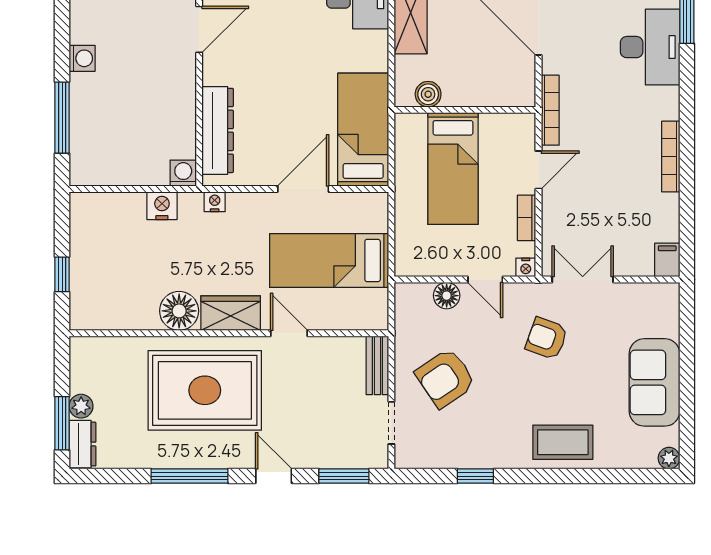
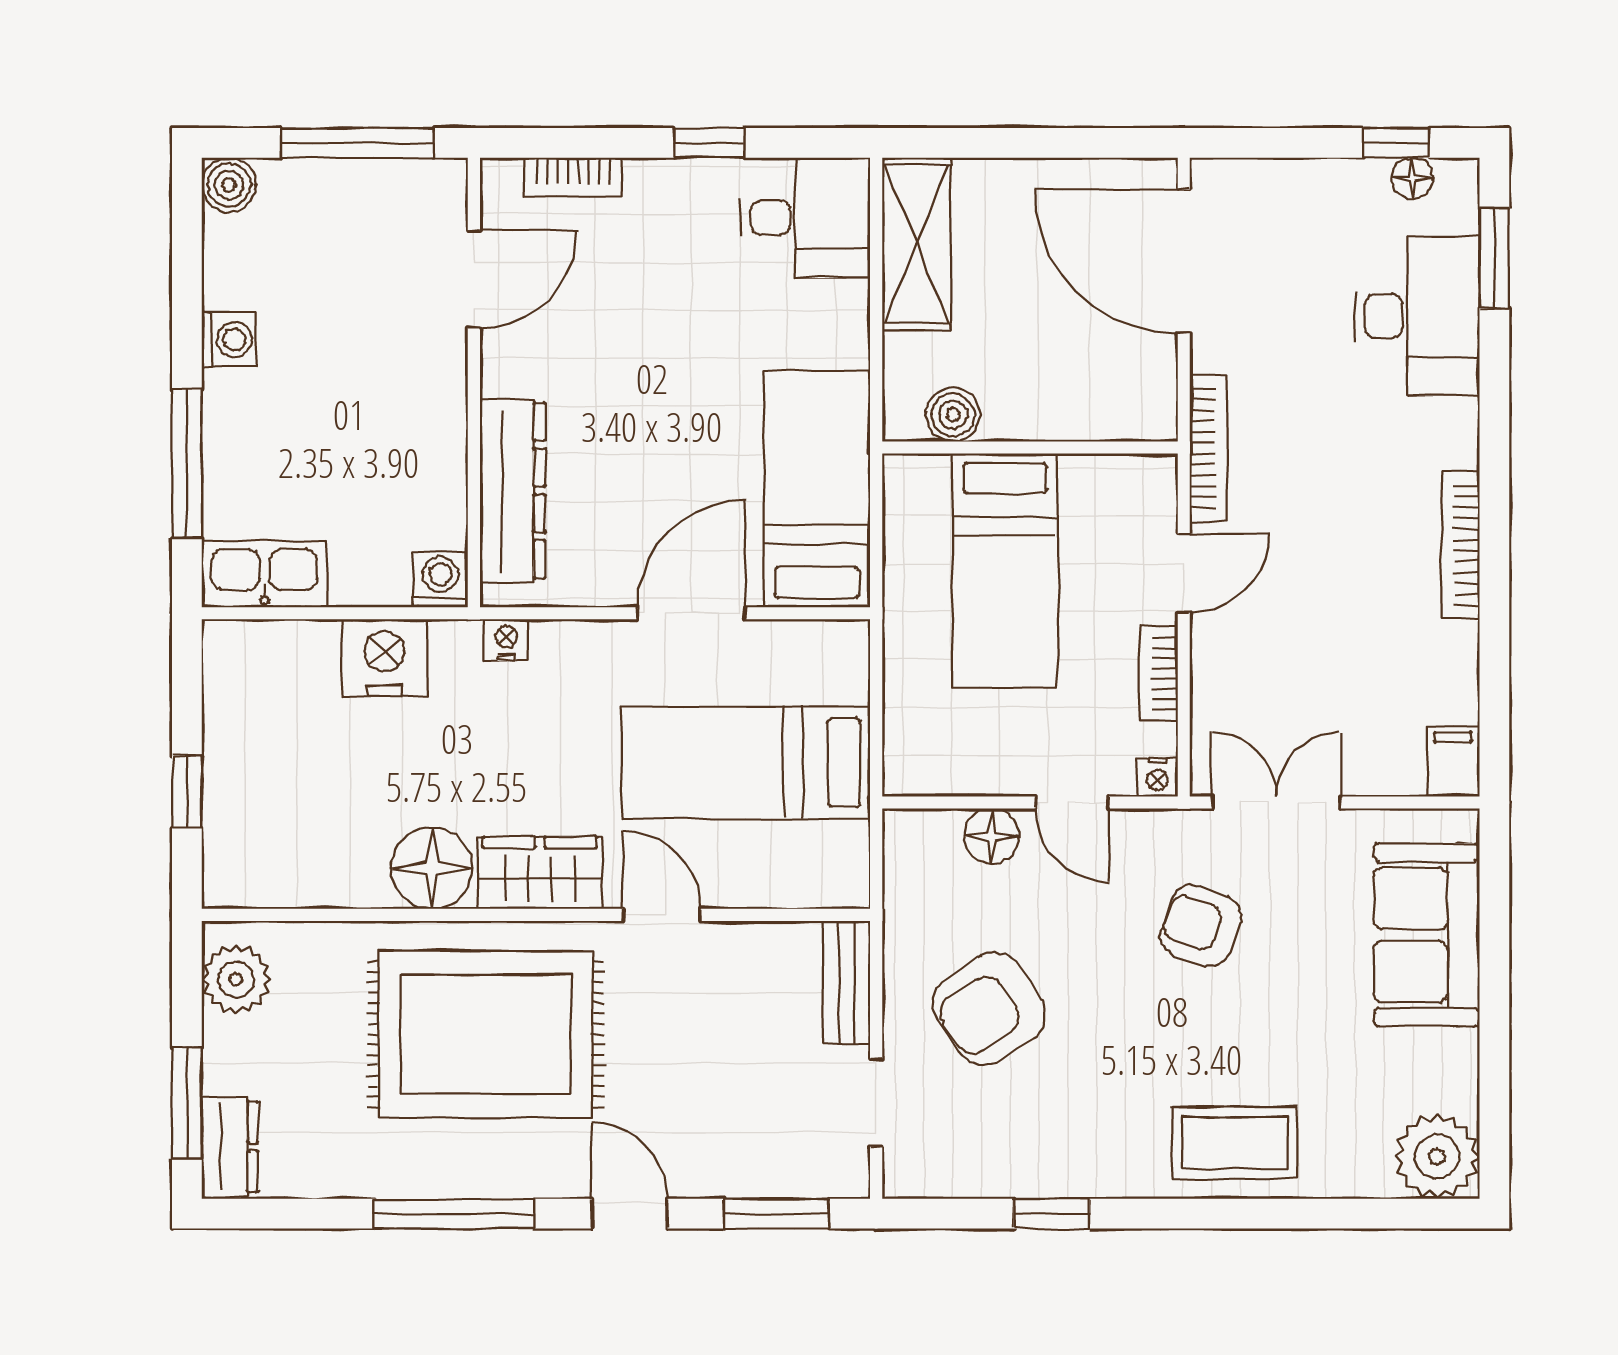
kitchen sink: (99, 170) -> (264, 574), added
nightstand: (162, 206) -> (385, 658), width x1.36, depth x1.33
sofa: (654, 382) -> (1427, 935), moved
plant: (81, 406) -> (236, 979), moved, width x1.38, depth x1.38
plant: (669, 458) -> (1437, 1156), width x1.87, depth x1.87

